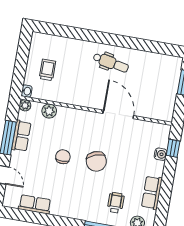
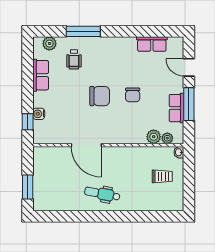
trolley: (47, 70) -> (162, 176), turned -90
plant: (25, 105) -> (167, 138), moved
chair: (96, 161) -> (100, 96), turned 110

